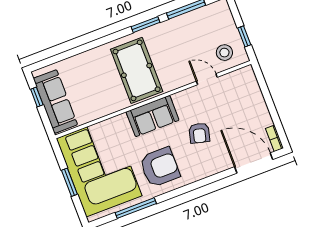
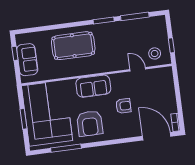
pool table: (137, 70) -> (73, 46), moved, turned 90
sofa: (55, 102) -> (27, 60), width x0.73
armchair: (199, 133) -> (123, 106), turned -104
armchair: (160, 167) -> (90, 123), turned 90

